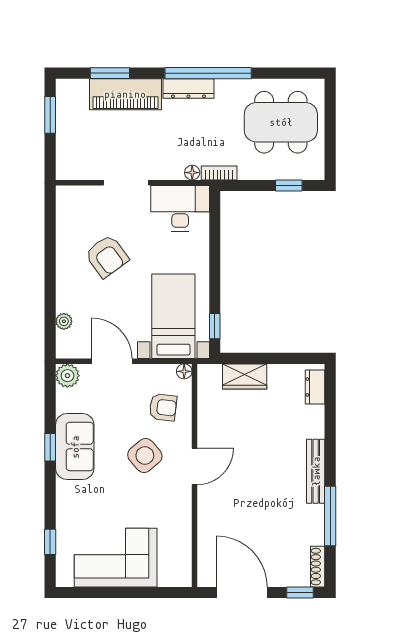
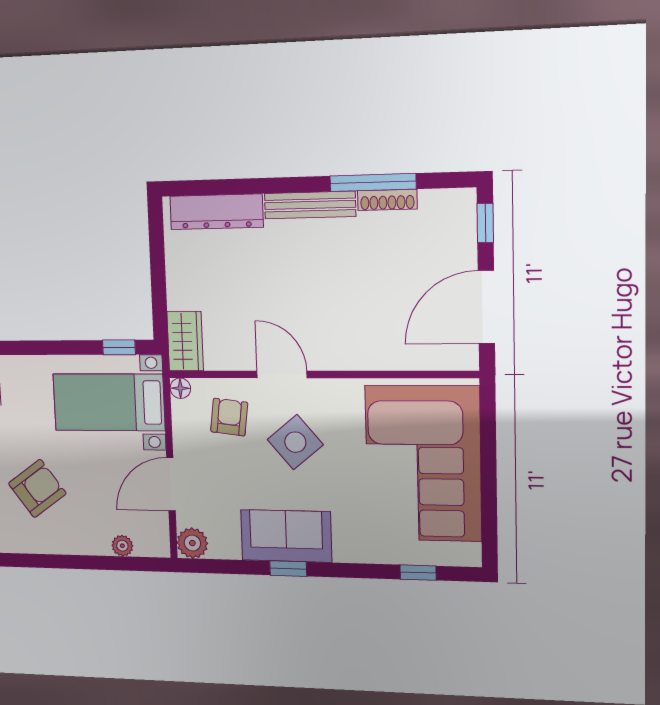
wardrobe: (245, 376) -> (185, 341), moved
dresser: (315, 387) -> (216, 212), width x1.96, depth x1.24
door: (194, 466) -> (282, 374), moved
corner sofa: (116, 558) -> (423, 463), width x1.36, depth x1.36
shoe rack: (318, 567) -> (387, 200), moved

